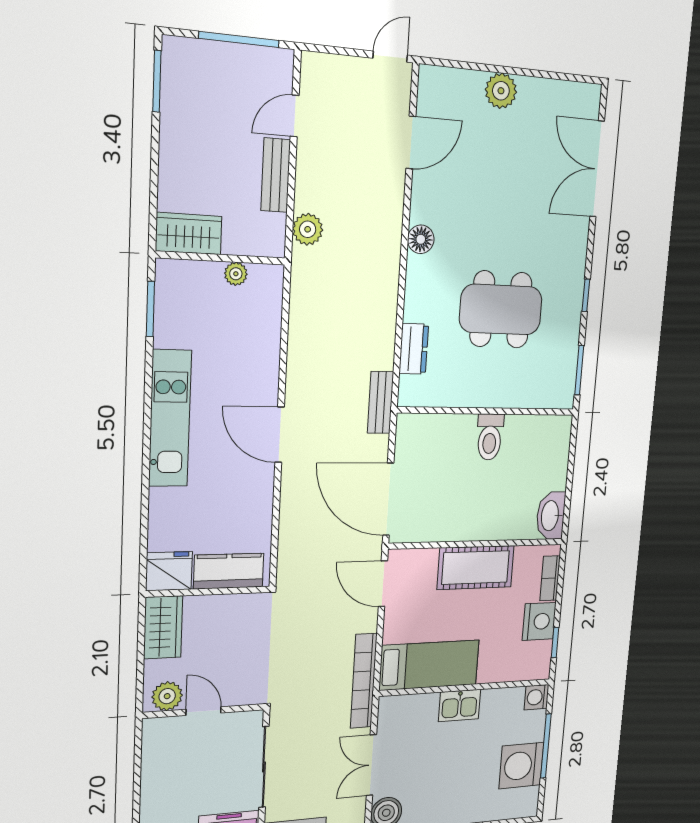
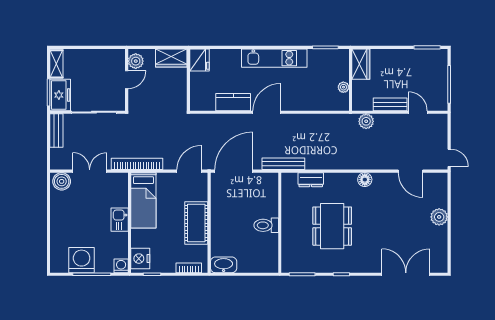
bench: (381, 402) -> (283, 164), width x1.36
kitchen counter: (229, 571) -> (233, 102), moved, turned -90
nightstand: (539, 621) -> (140, 259), moved, turned 90

